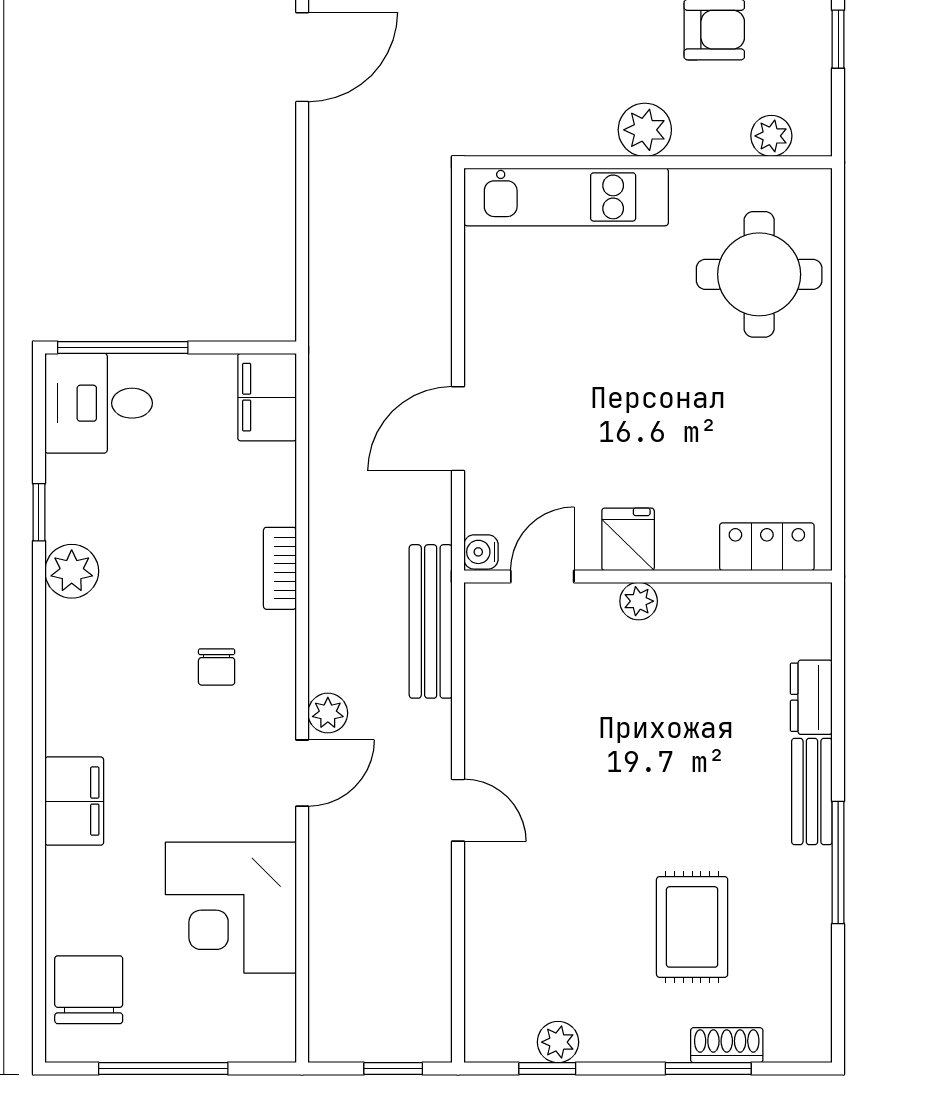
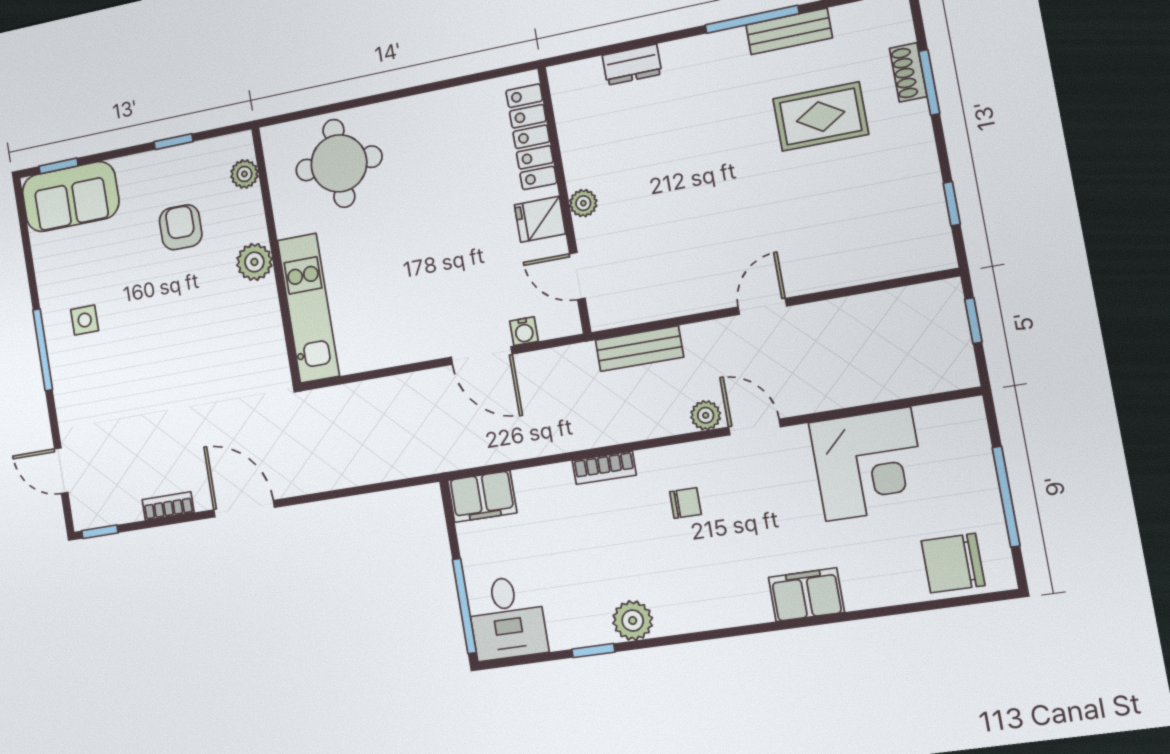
locker: (767, 547) -> (531, 137), width x1.53
water cooler: (481, 552) -> (524, 331), moved
bench: (431, 621) -> (639, 349), width x0.73
bench: (812, 791) -> (789, 31), moved
plant: (558, 1042) -> (929, 199), removed

